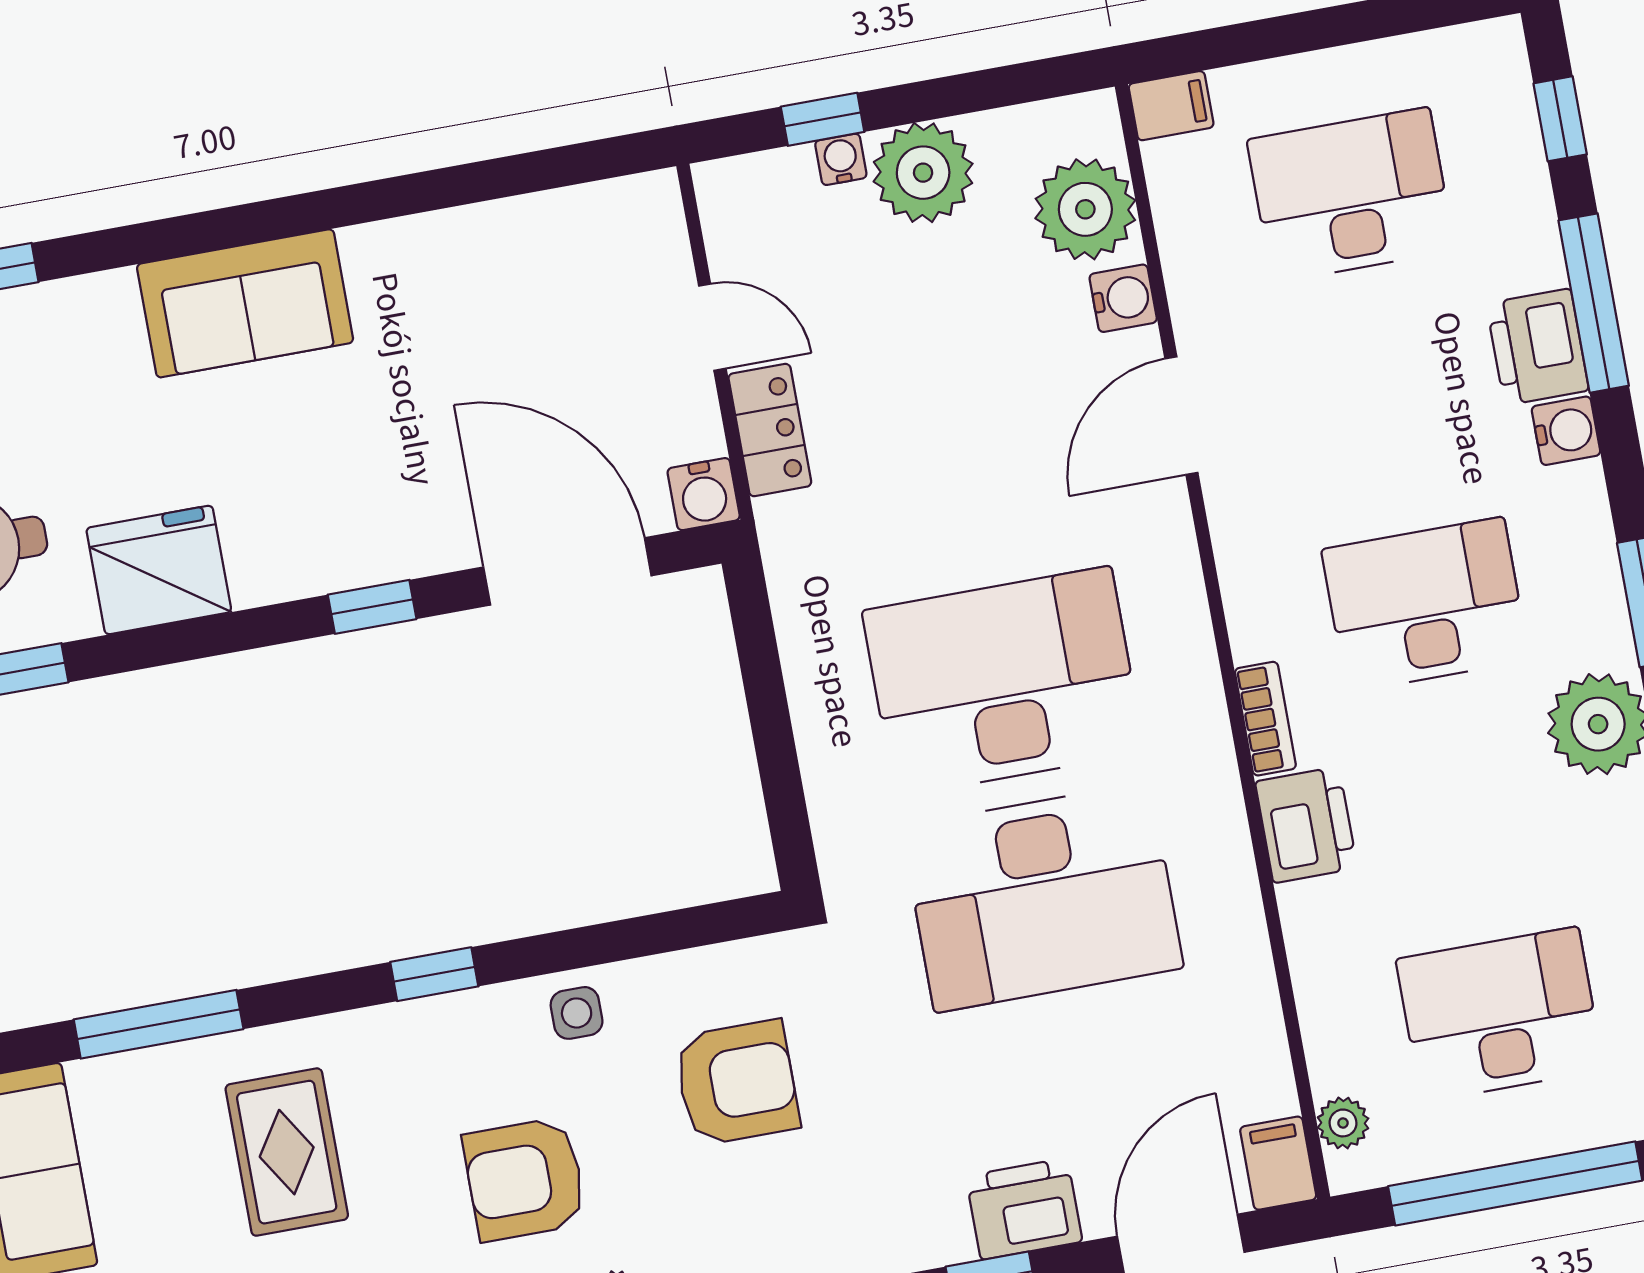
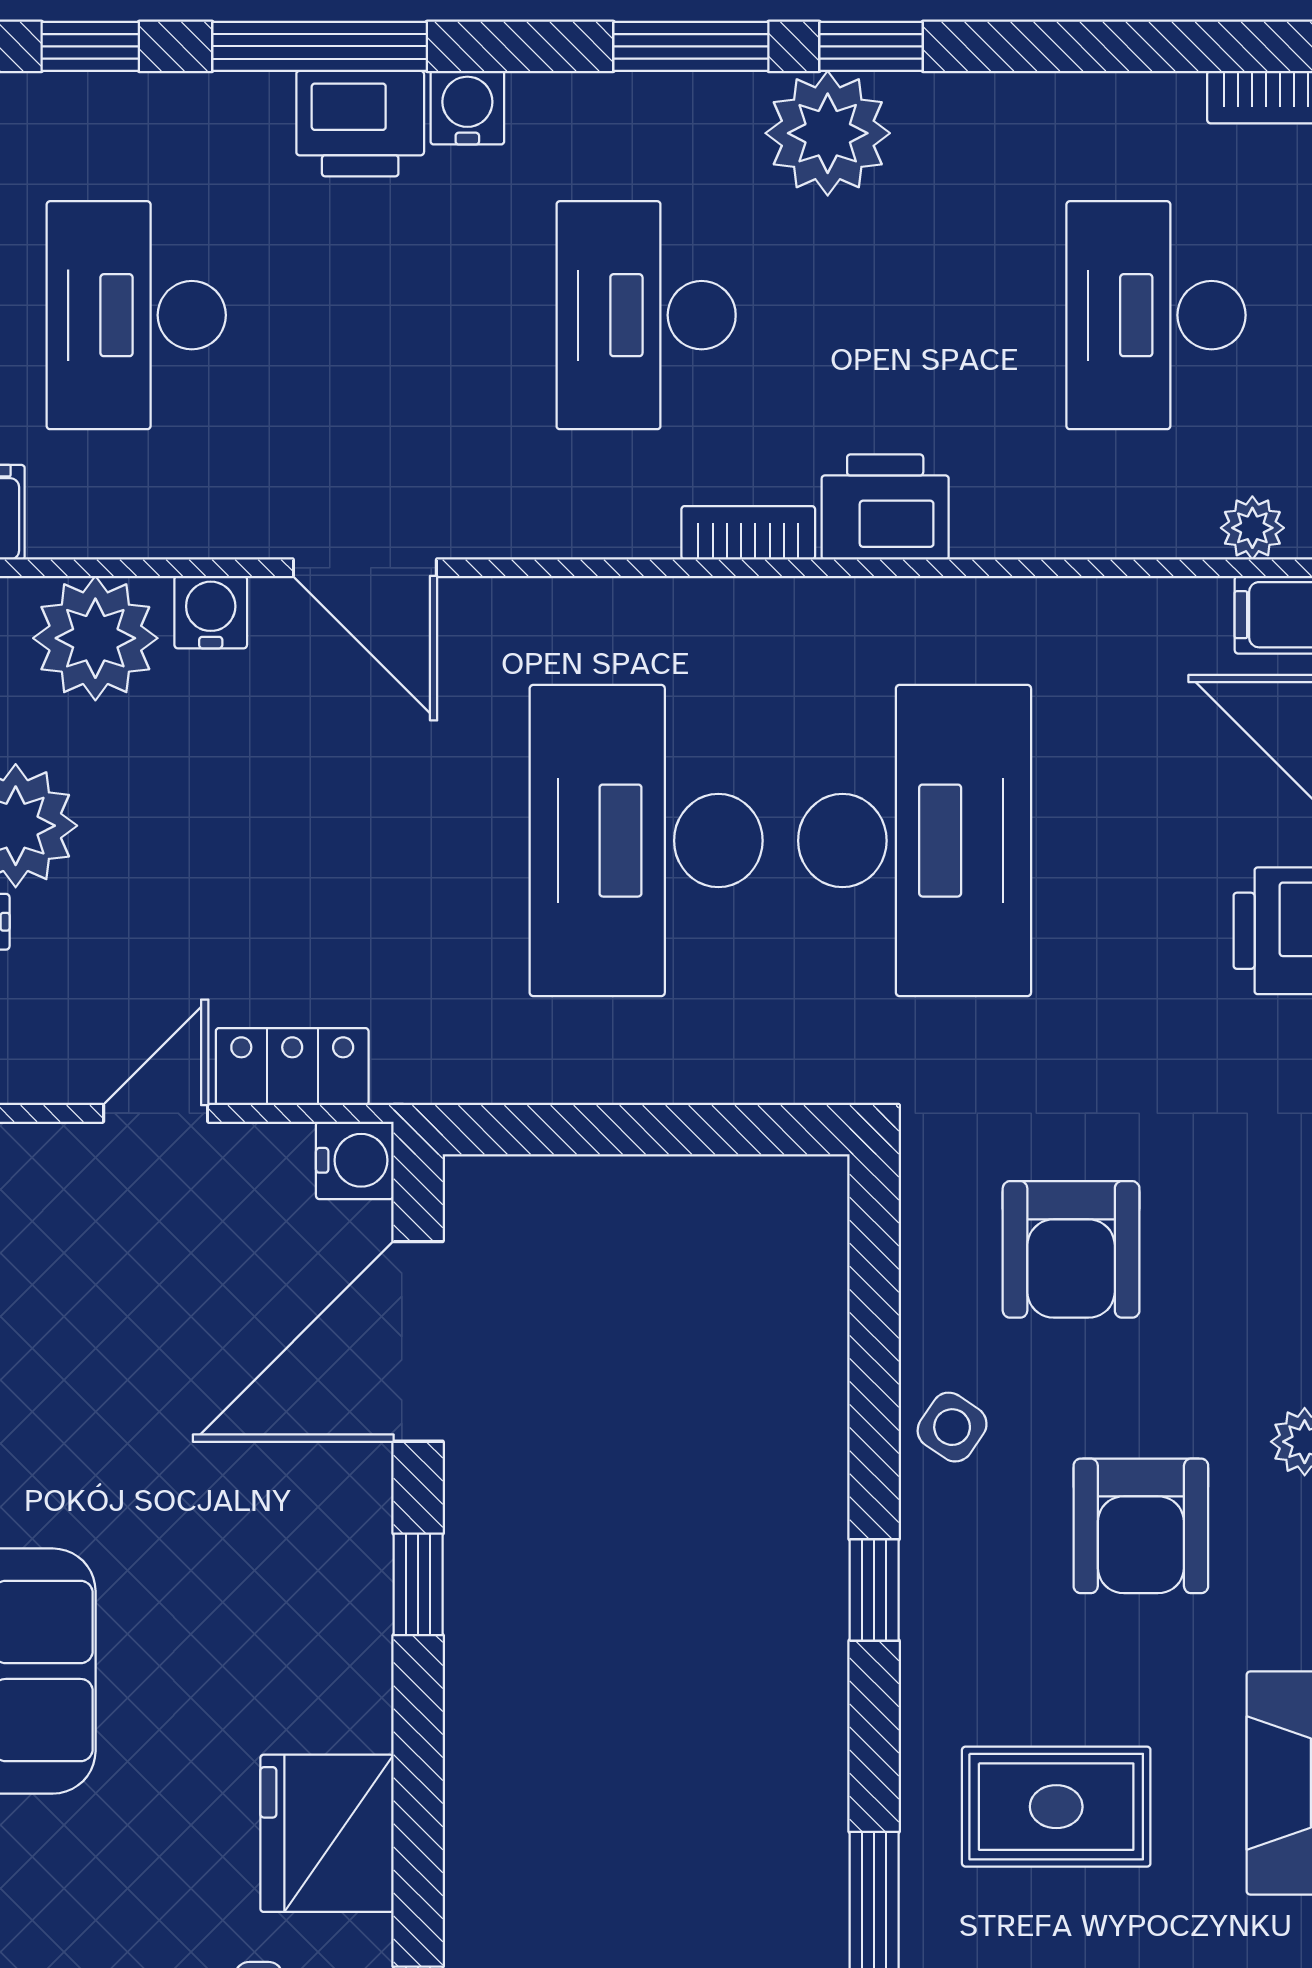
side table: (577, 1013) -> (952, 1427), turned 34
armchair: (737, 1083) -> (1071, 1249), turned 180

